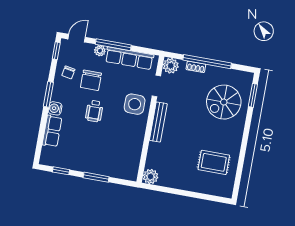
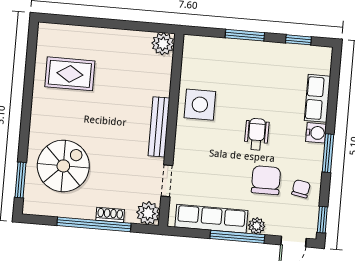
side table: (135, 104) -> (200, 105), moved

